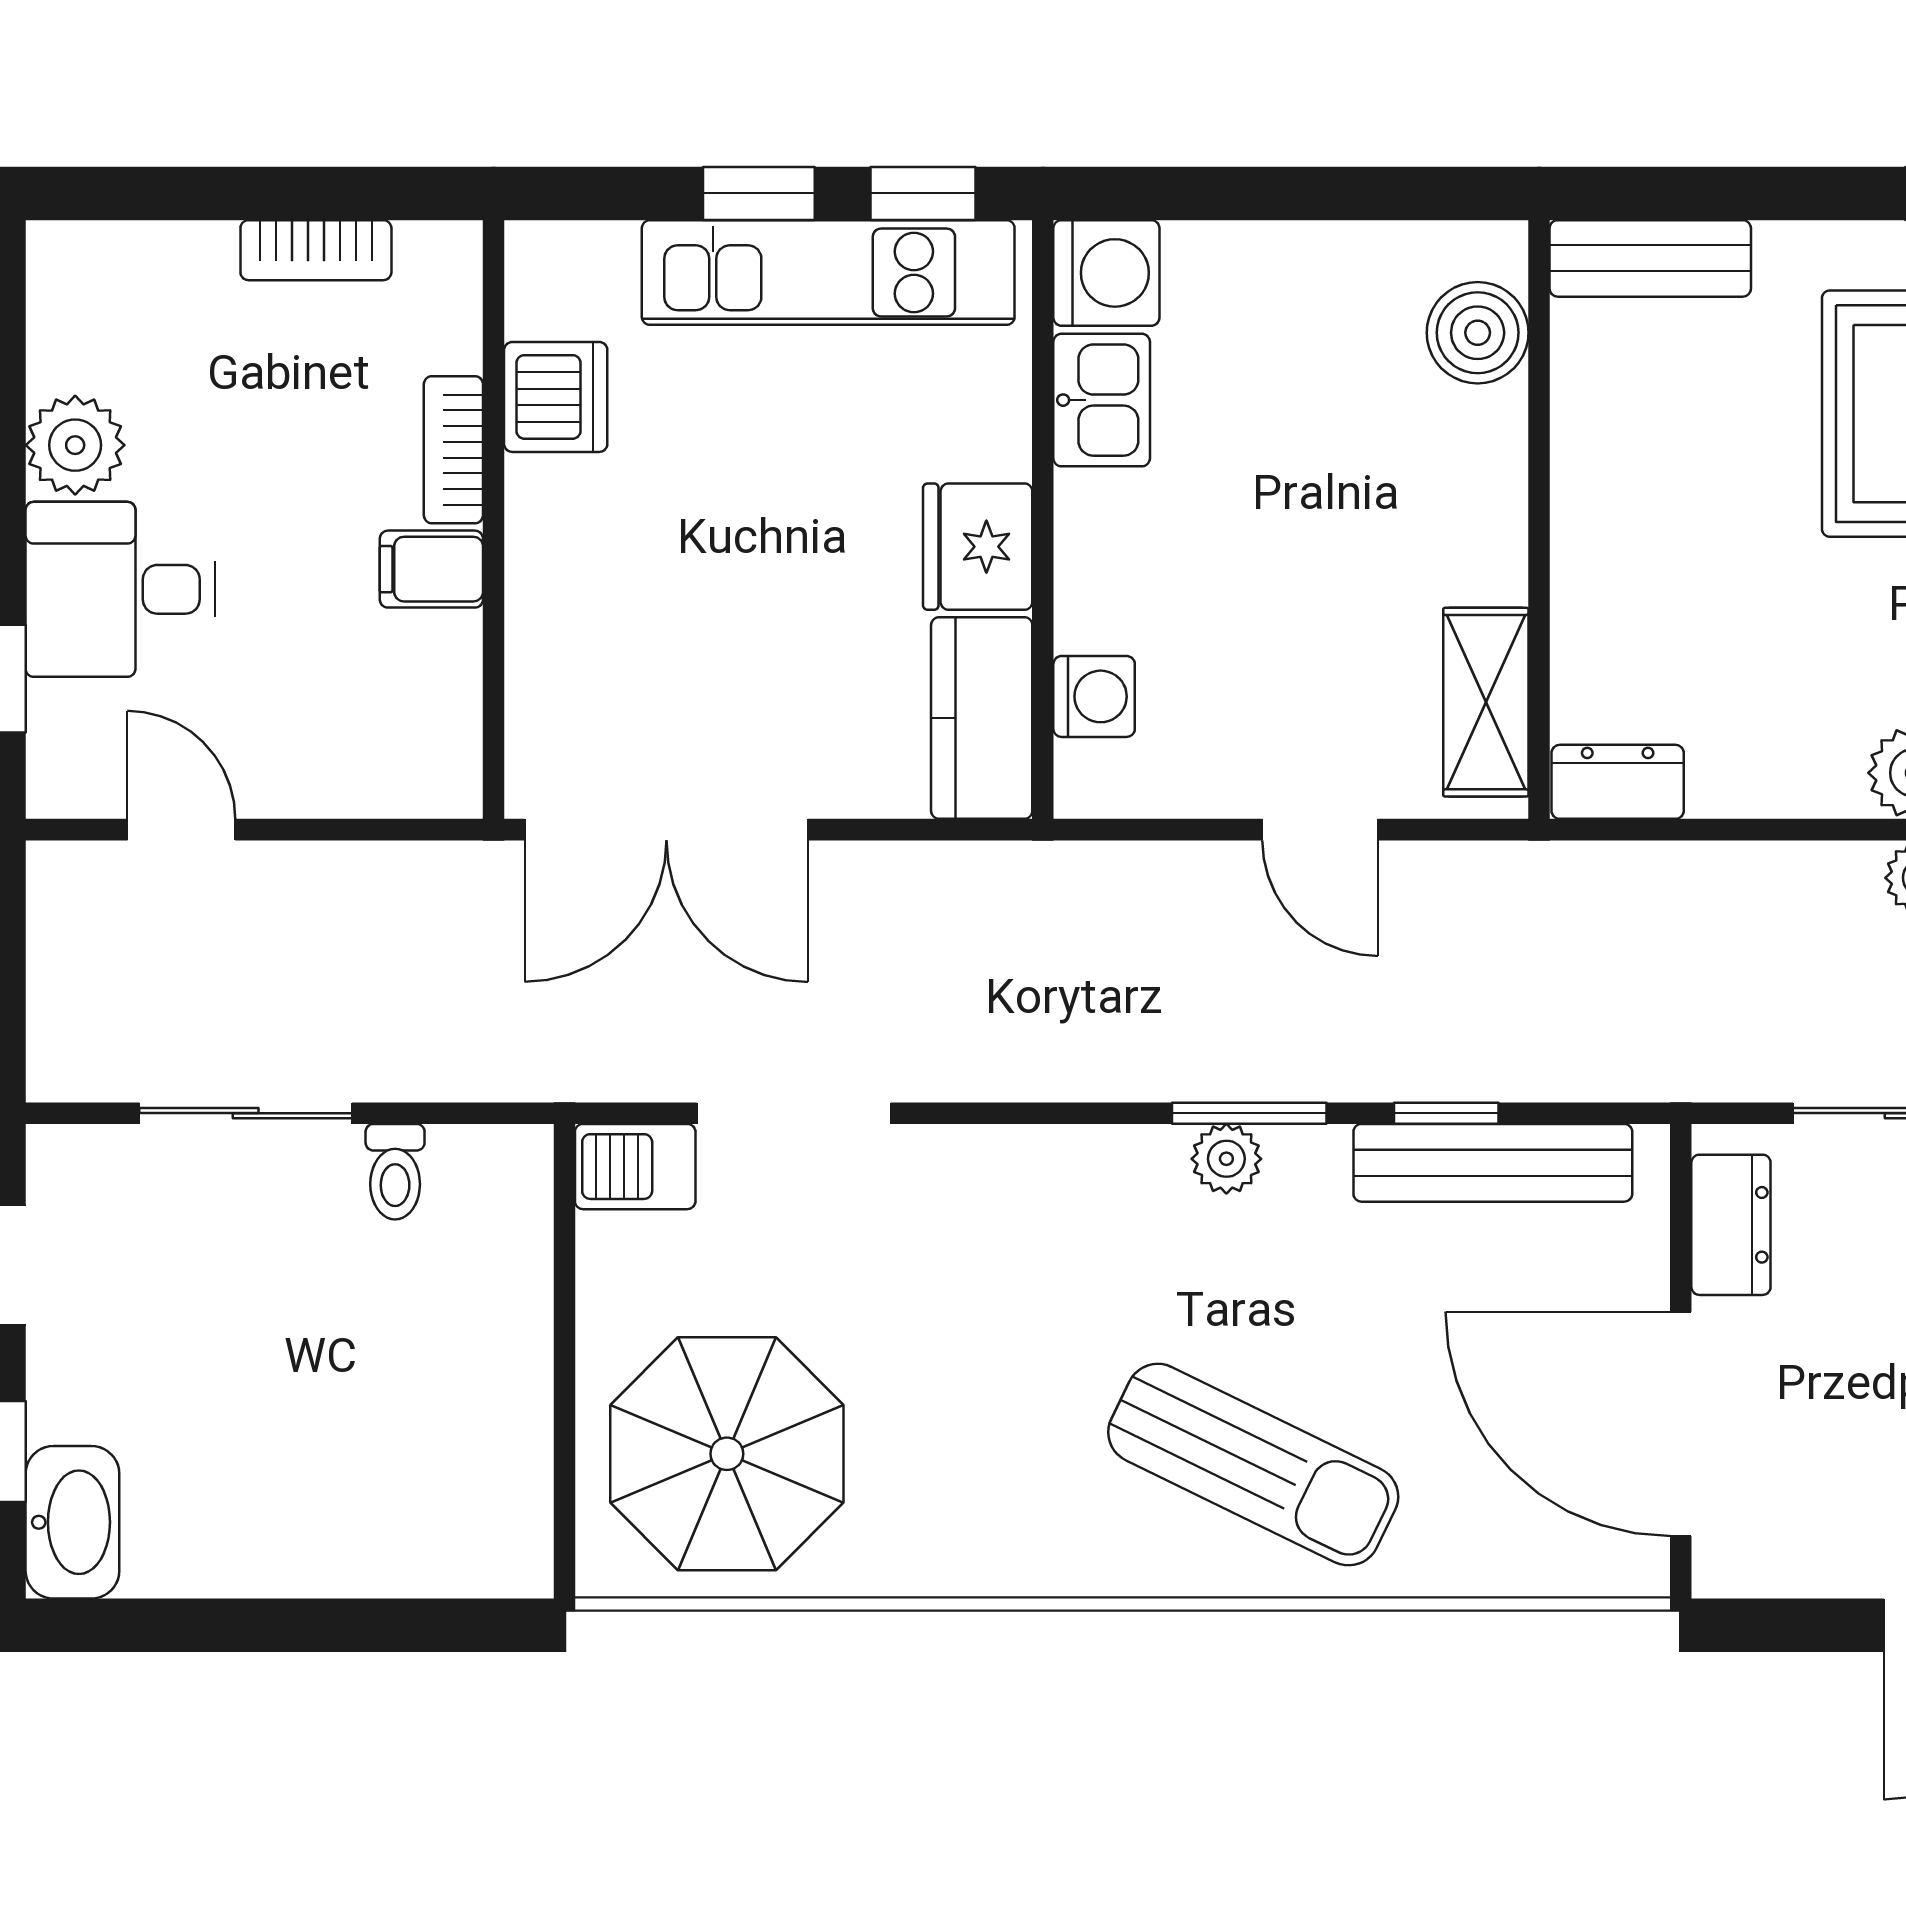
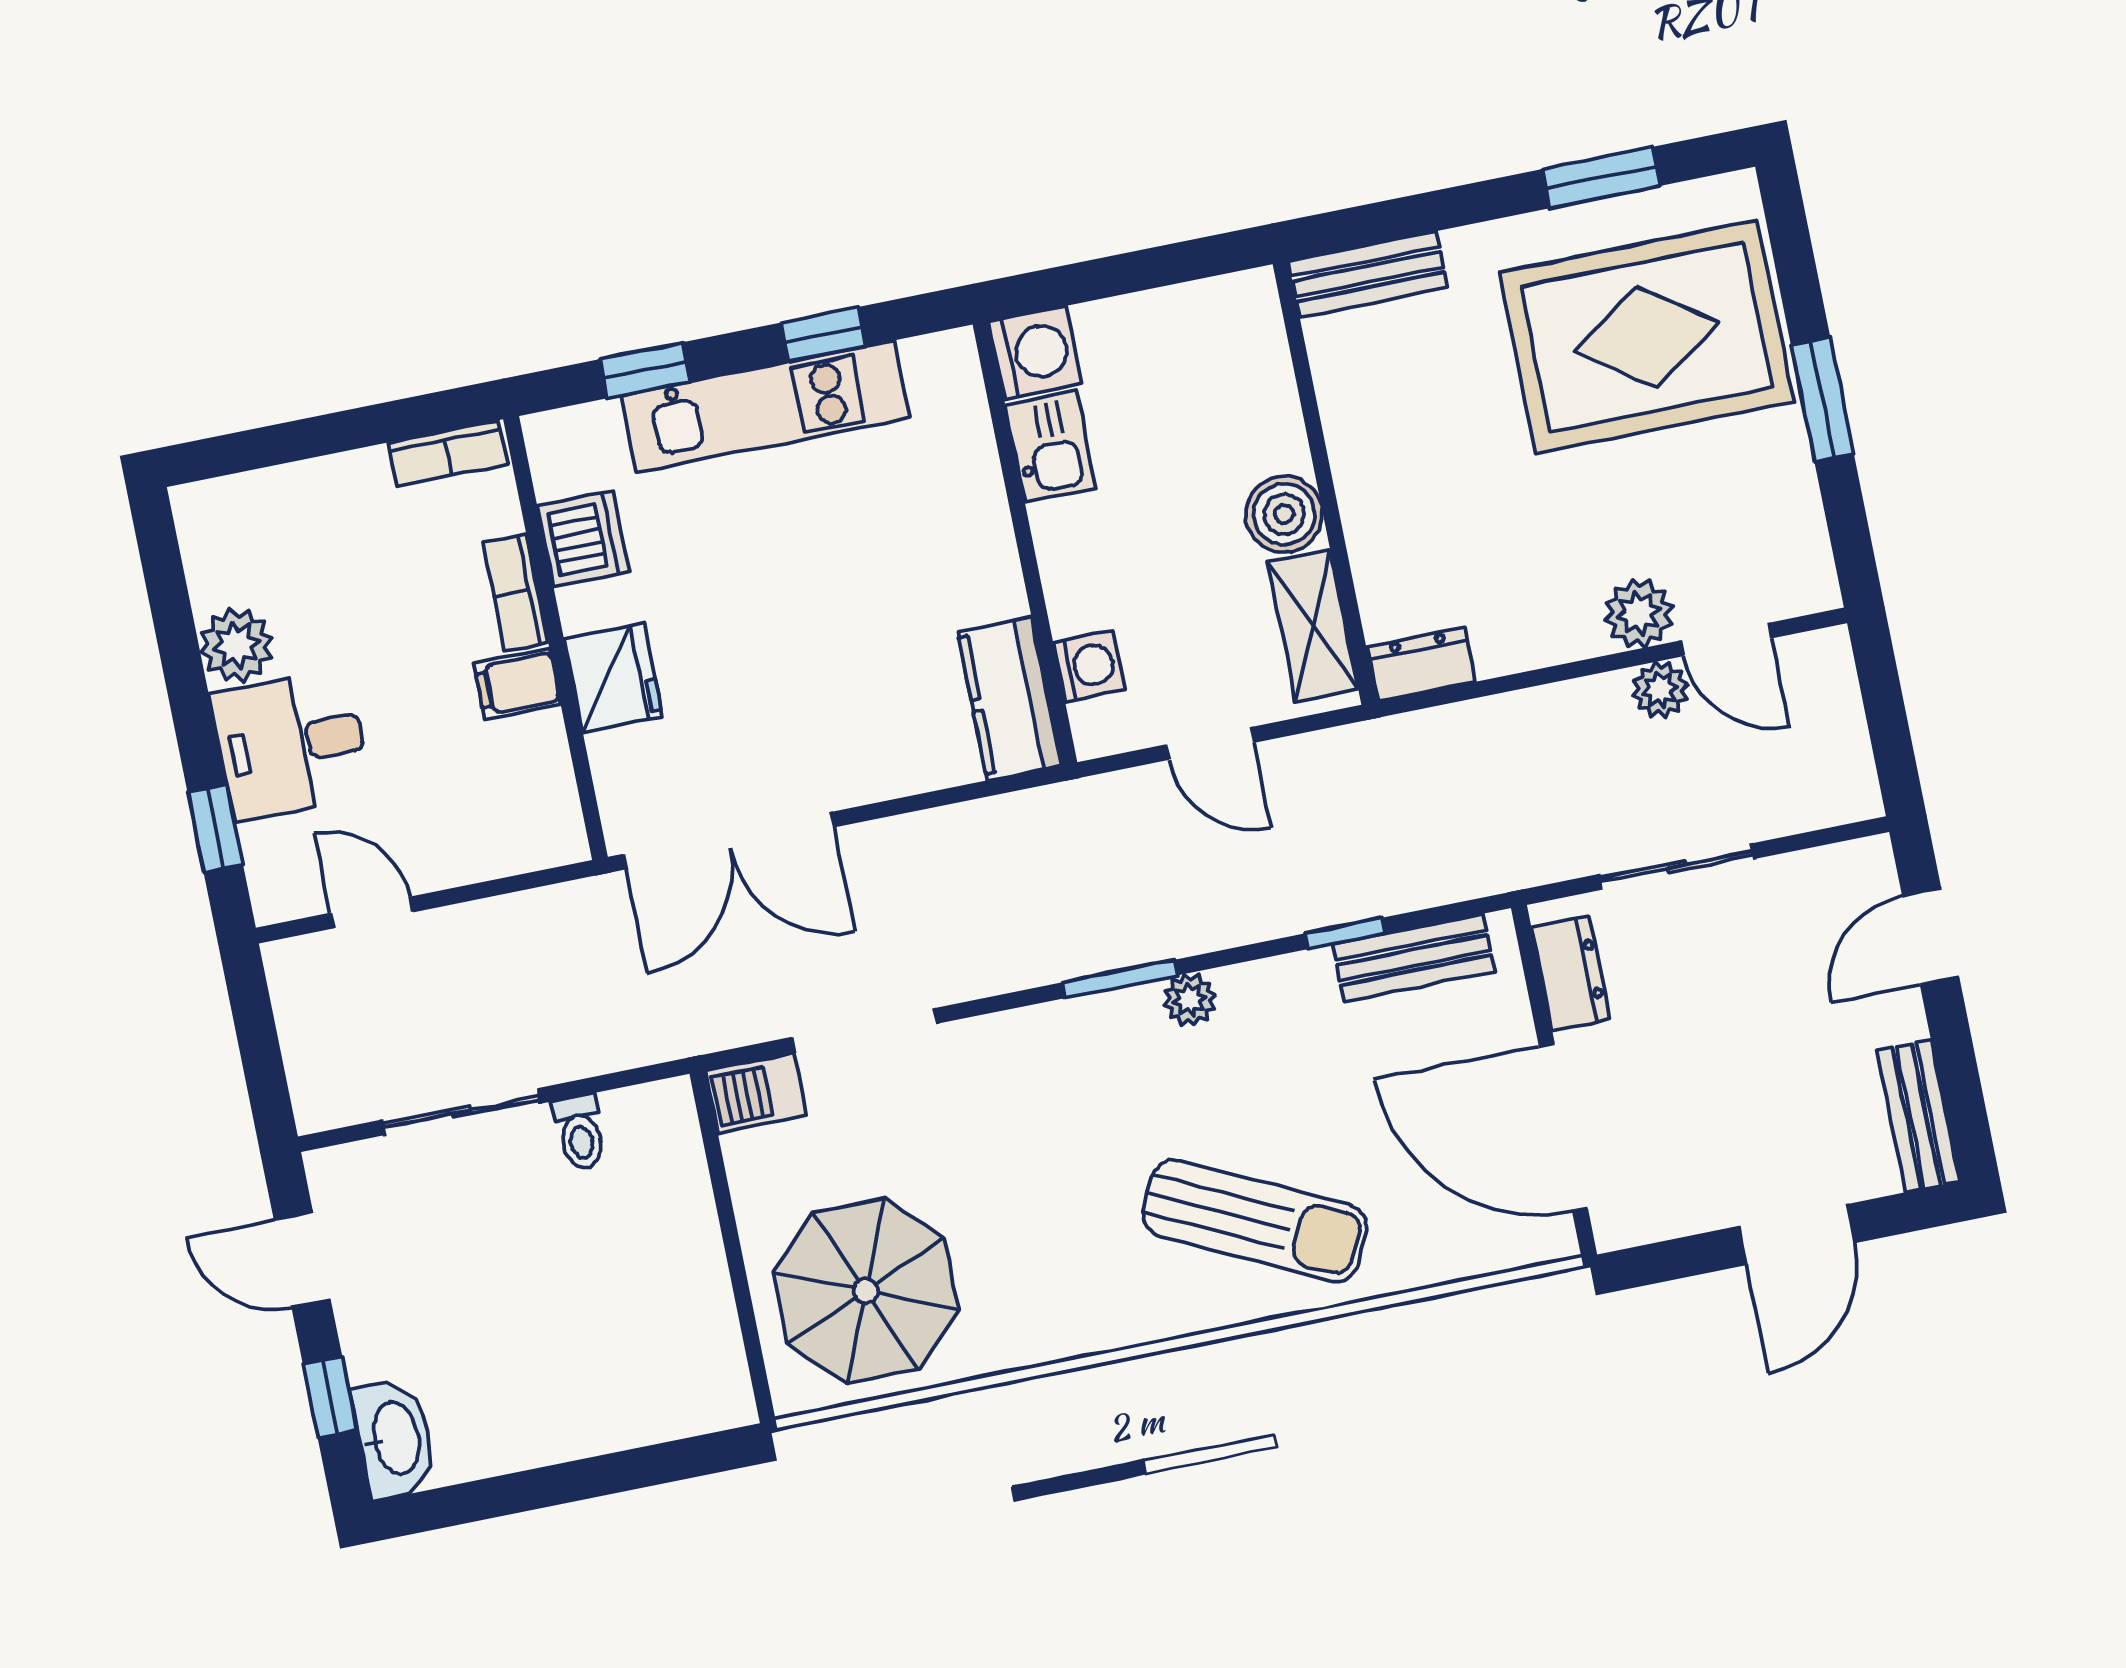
window: (759, 193) -> (645, 370), moved
bookcase: (316, 250) -> (448, 453), moved
washing machine: (1106, 273) -> (1035, 352), moved
boiler: (1478, 333) -> (1284, 514), moved
kitchen sink: (1102, 400) -> (1050, 447), moved
wall: (1043, 520) -> (1025, 543), moved
fridge: (978, 547) -> (613, 678), moved, turned 180
washing machine: (1094, 696) -> (1089, 666), moved
kitchen counter: (982, 718) -> (1009, 699), moved
window: (1249, 1113) -> (1120, 979), moved
bench: (1493, 1163) -> (1414, 958), width x0.73

